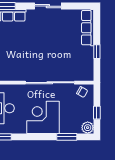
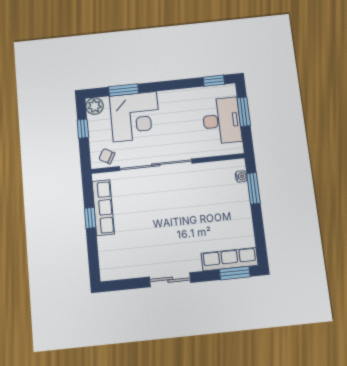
row of seats: (88, 28) -> (103, 208), moved
corner desk: (43, 117) -> (135, 117), moved

